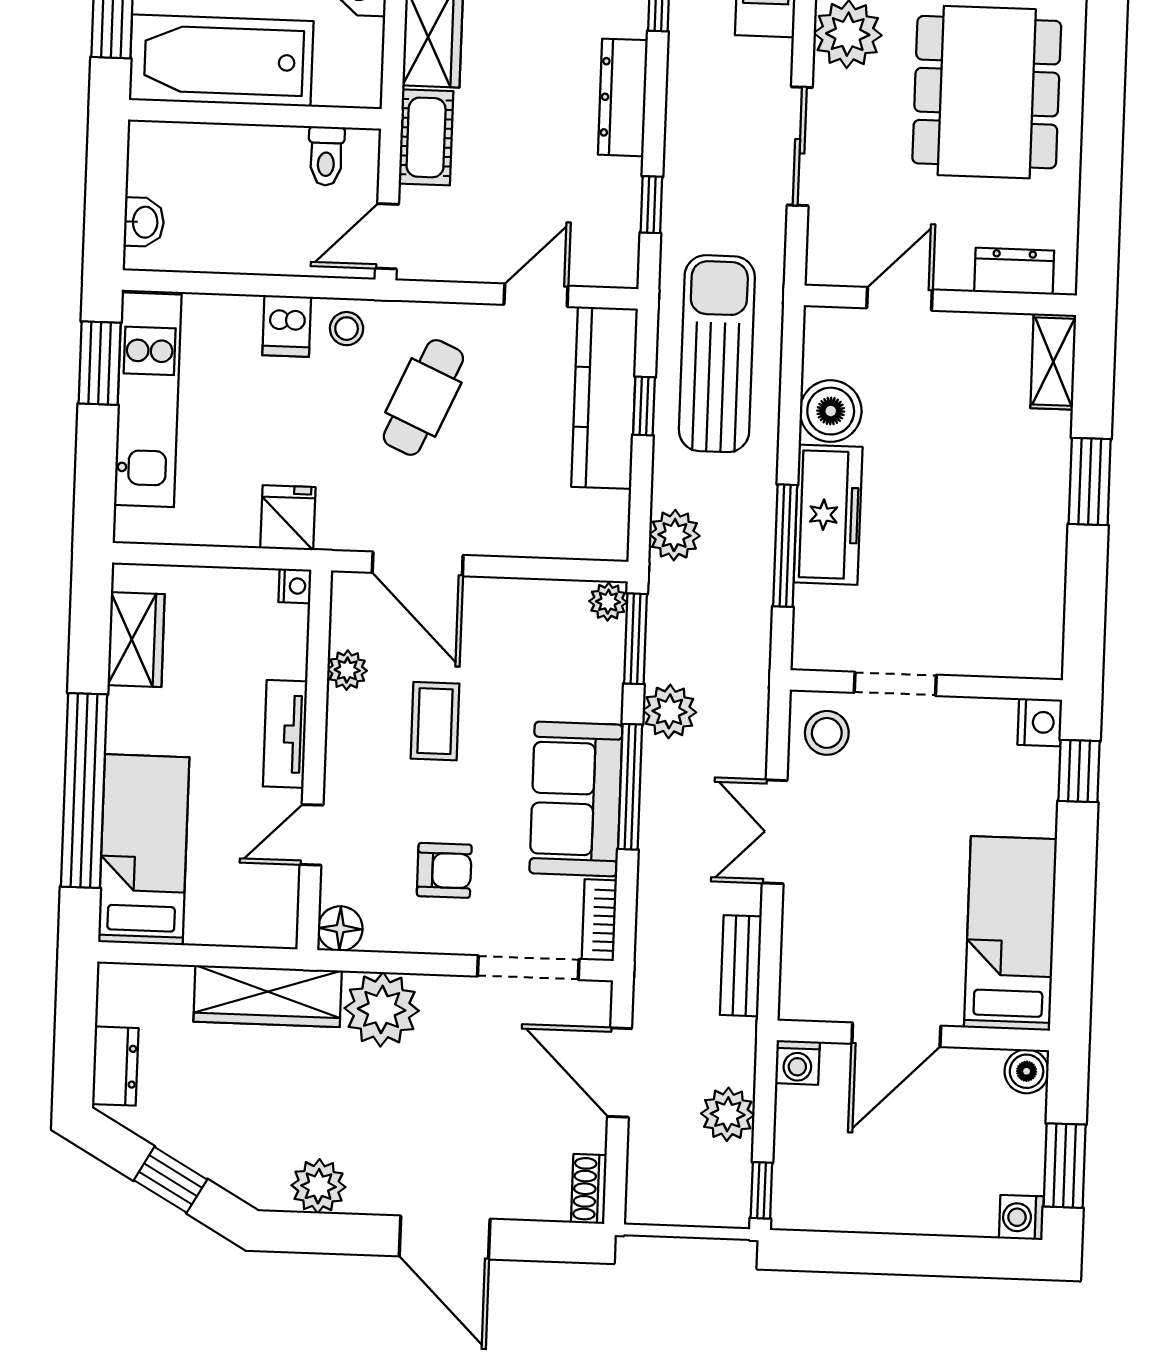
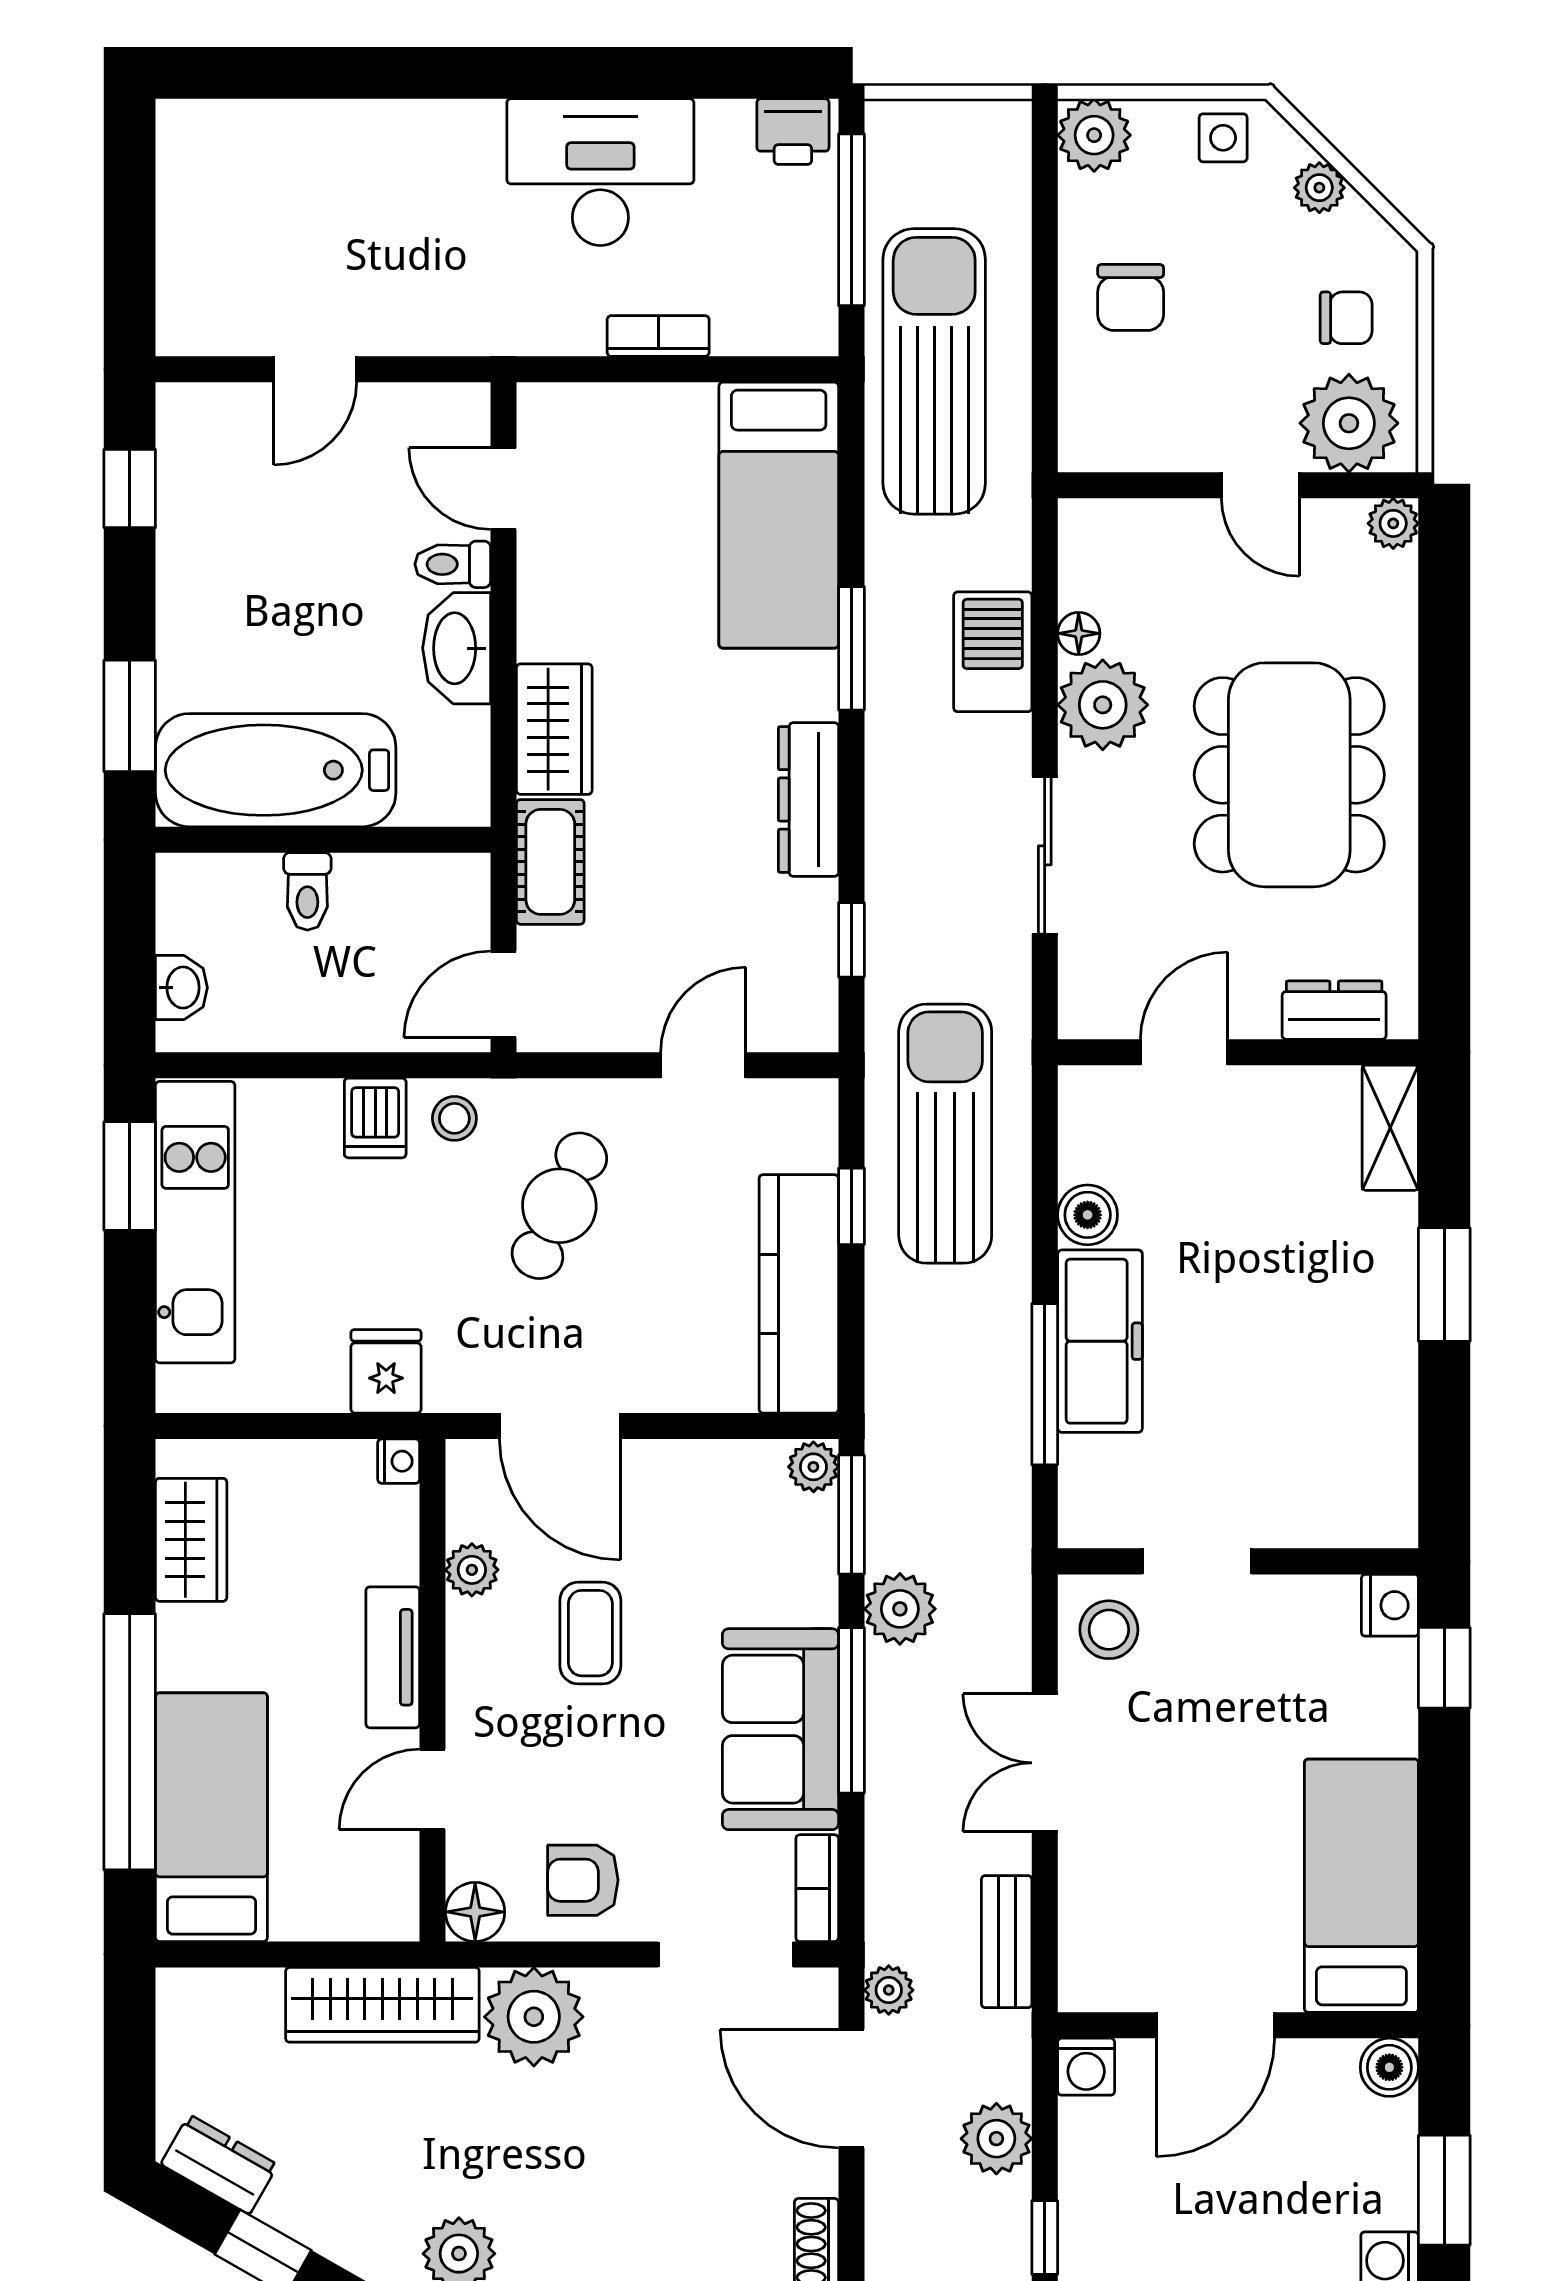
toilet: (326, 156) -> (307, 891), moved
kitchen counter: (604, 398) -> (799, 1294), moved
boiler: (831, 411) -> (1088, 1215), width x0.73, depth x0.73
plant: (674, 535) -> (889, 1990), moved, width x0.73, depth x0.73
armchair: (444, 870) -> (583, 1880), moved, turned 180
dresser: (115, 1066) -> (219, 2164), moved, turned -60

